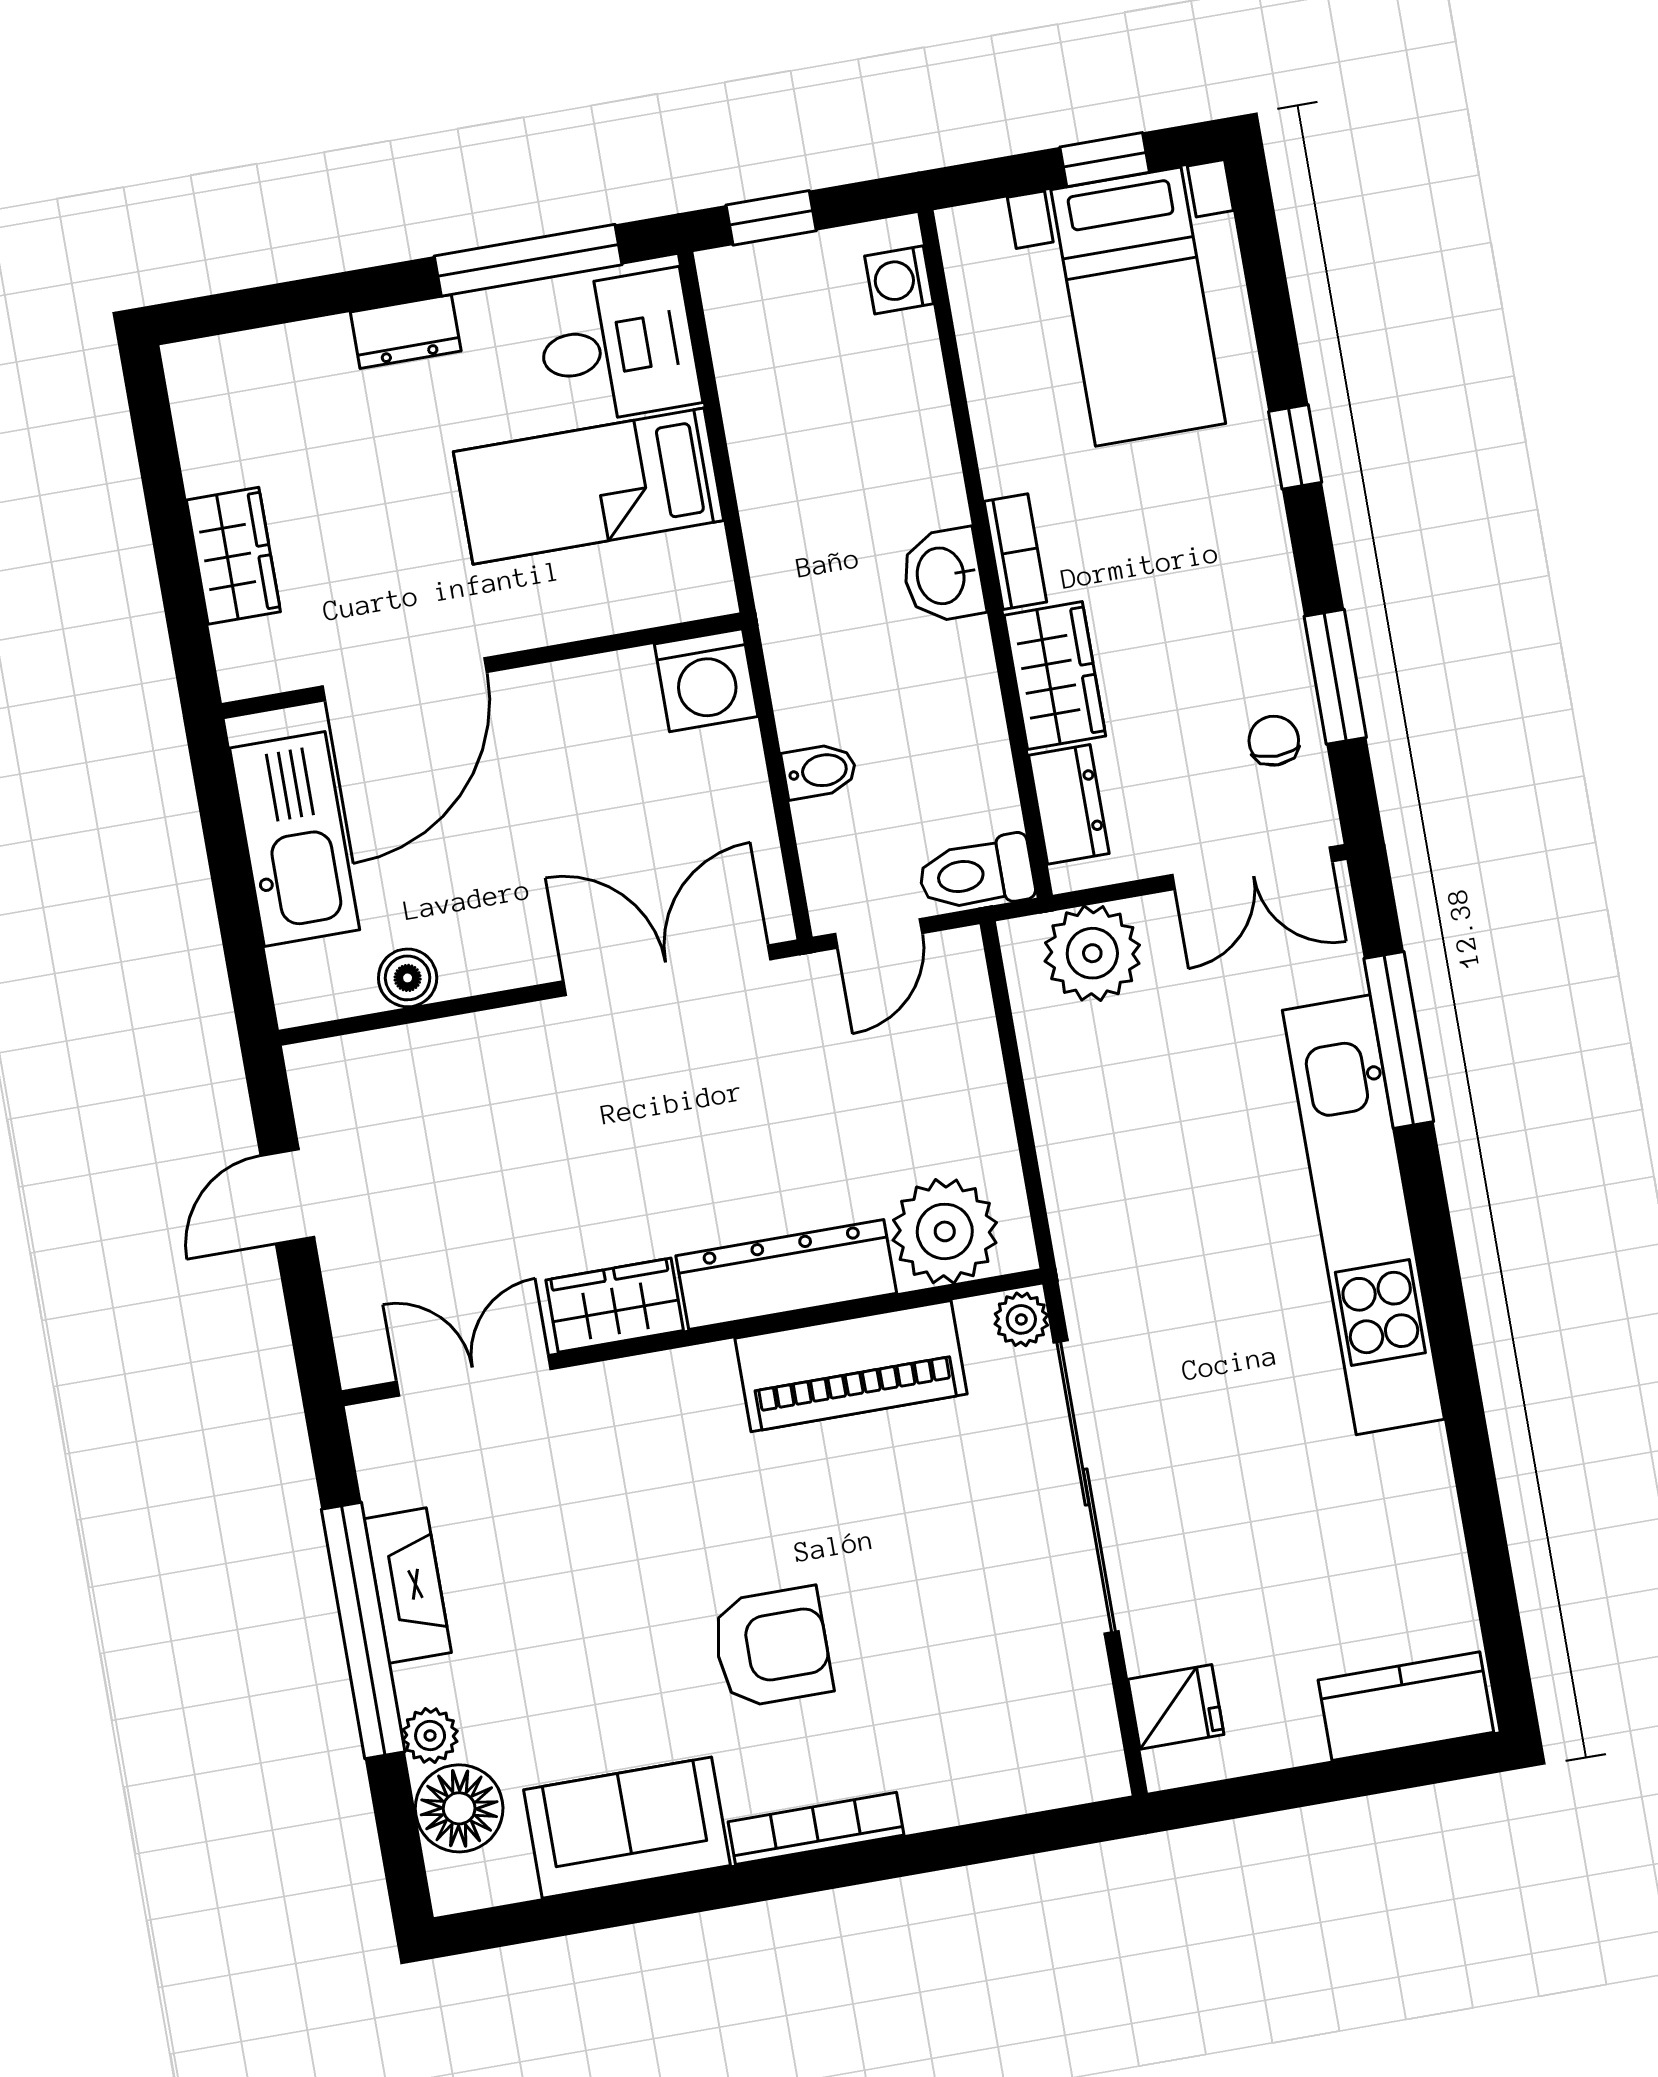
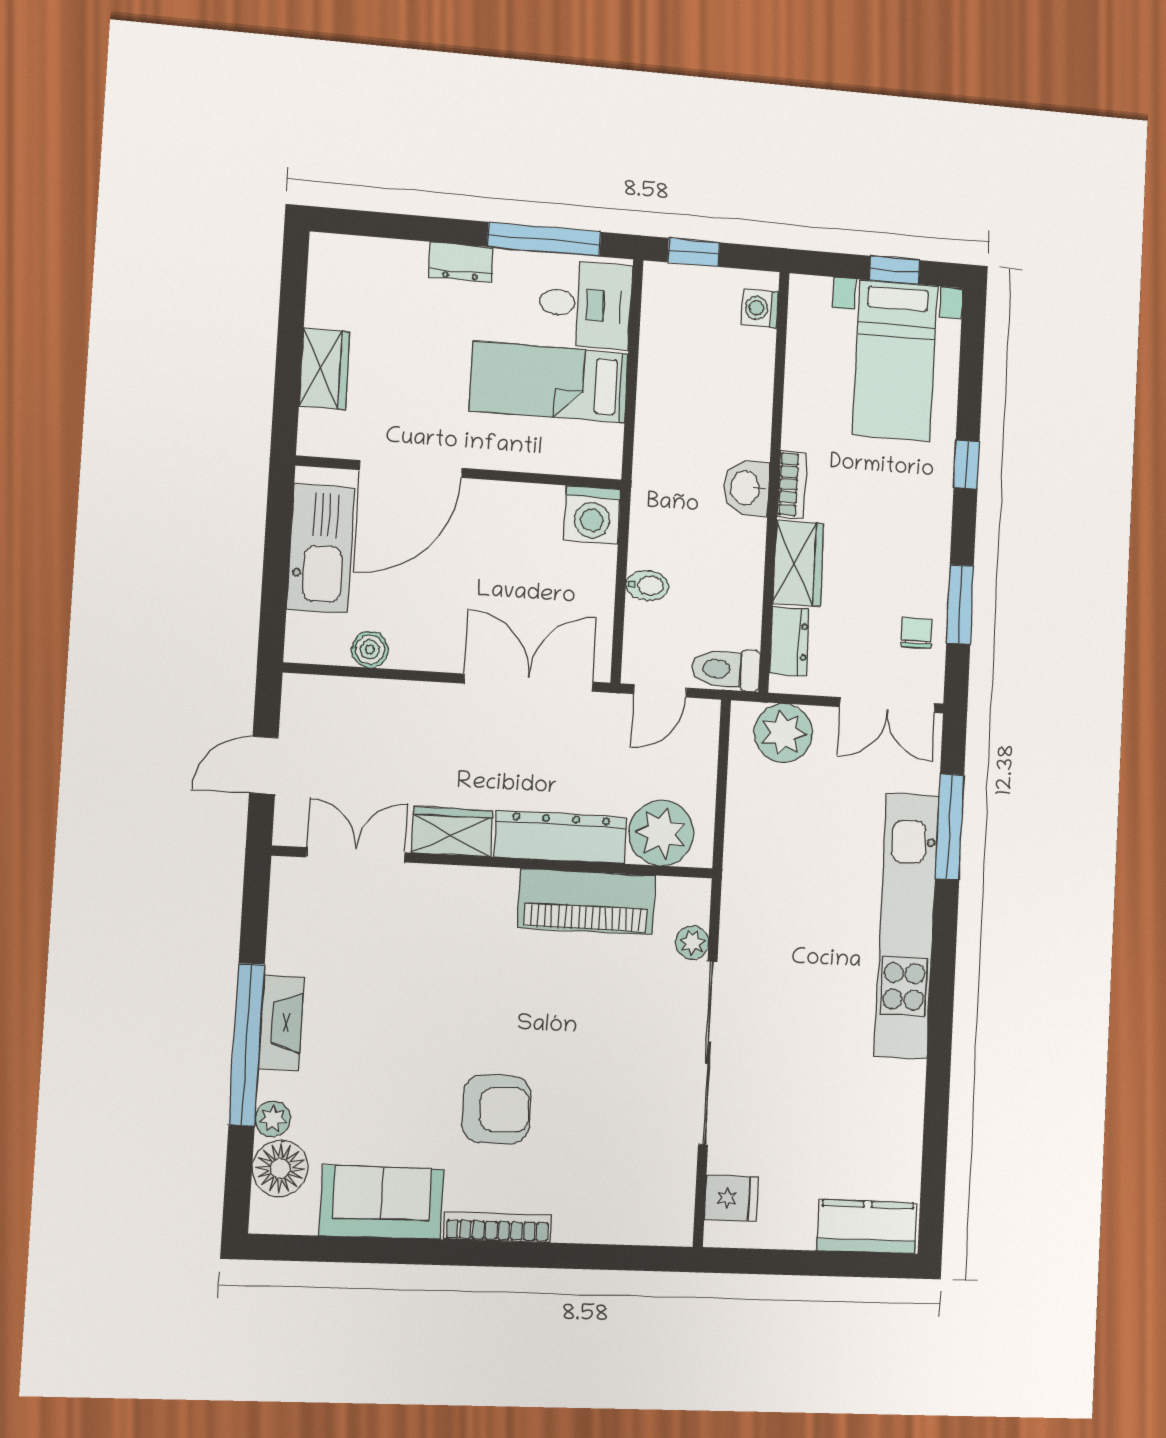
plant: (945, 1231) -> (661, 833), moved
dresser: (786, 1274) -> (560, 837), moved
wardrobe: (615, 1305) -> (452, 832), moved
wall: (692, 1337) -> (495, 862), moved
piano: (851, 1366) -> (586, 902), moved
double door: (474, 1375) -> (356, 855), moved

